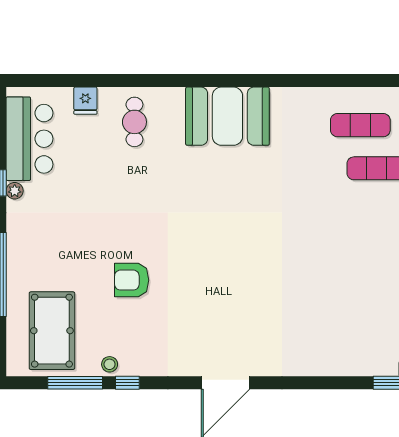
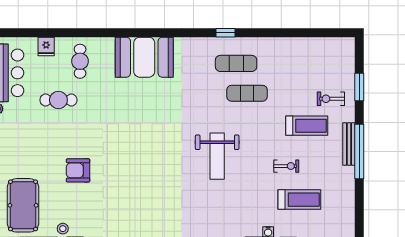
window: (345, 81) -> (225, 33), added
cafe table: (103, 178) -> (58, 100), added
weight bench: (333, 259) -> (217, 156), added

